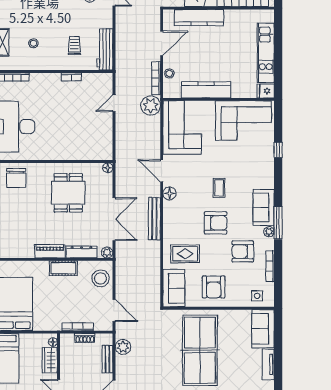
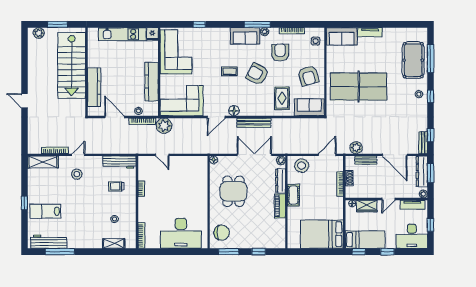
dining table: (68, 193) -> (233, 191), turned 90
armchair: (216, 223) -> (257, 74), turned -62
armchair: (243, 251) -> (280, 53), turned 180
armchair: (214, 287) -> (308, 76), turned 74

